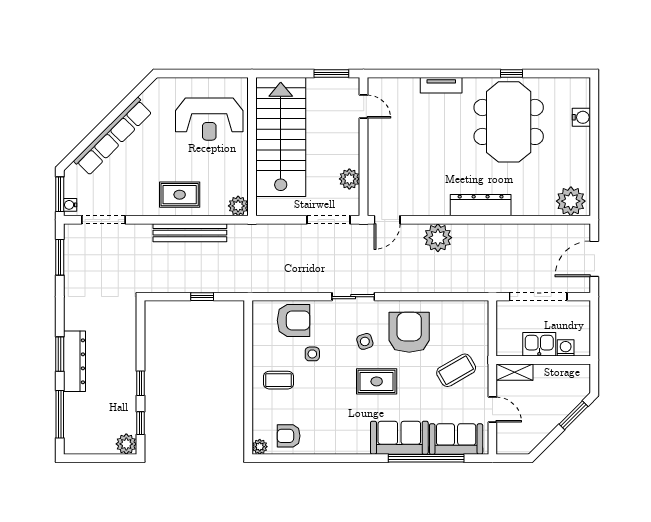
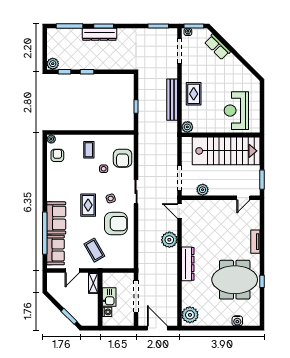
row of seats: (113, 136) -> (217, 47), width x0.50

